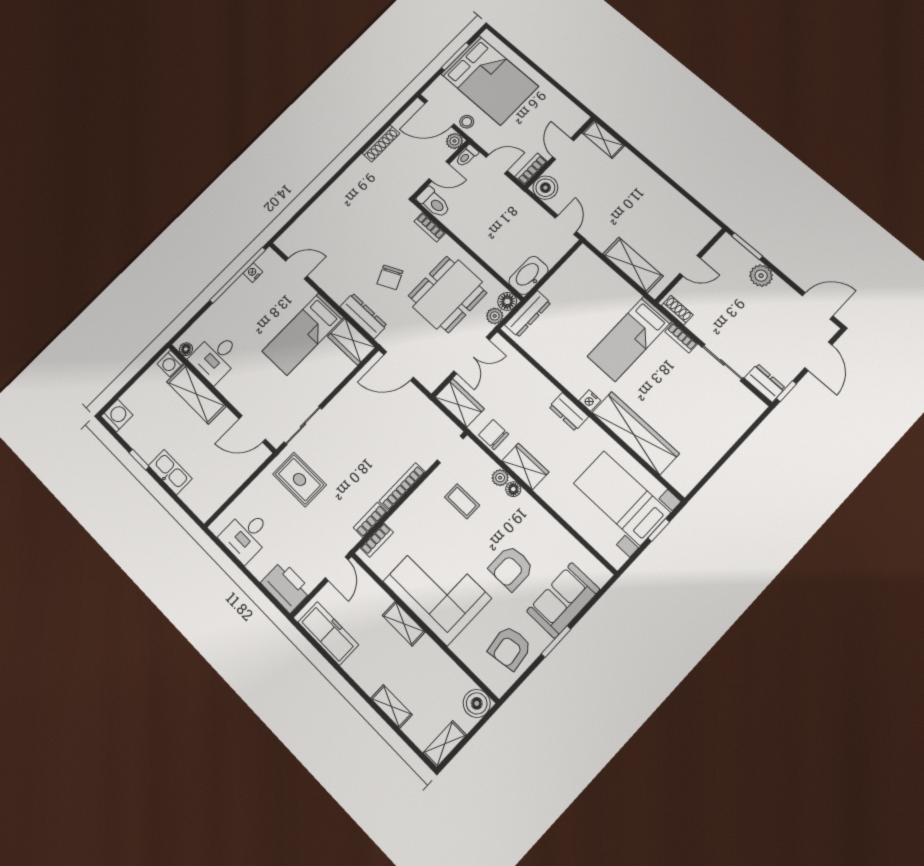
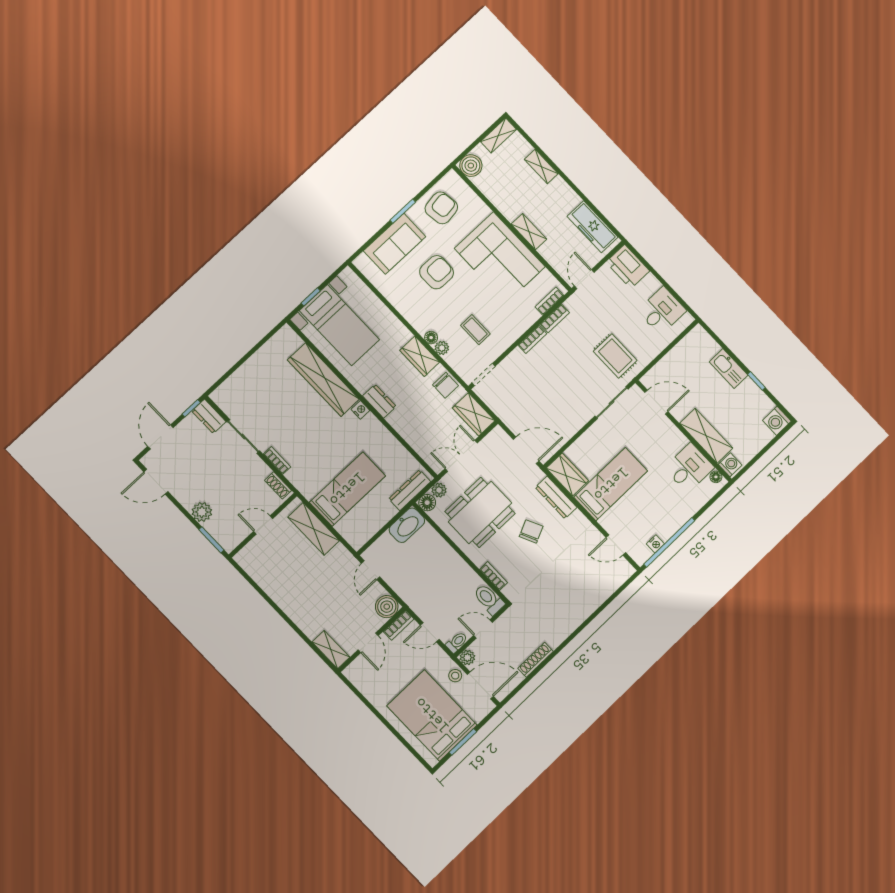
bed: (630, 339) -> (347, 489), moved
bookcase: (402, 487) -> (532, 339), width x0.64

